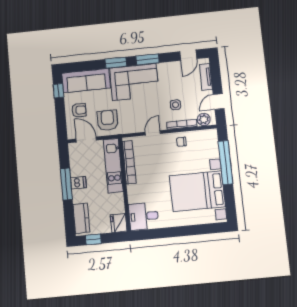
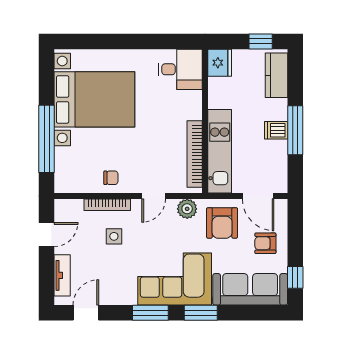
plant: (204, 120) -> (187, 209), moved

